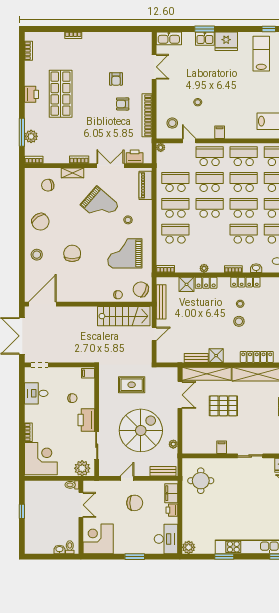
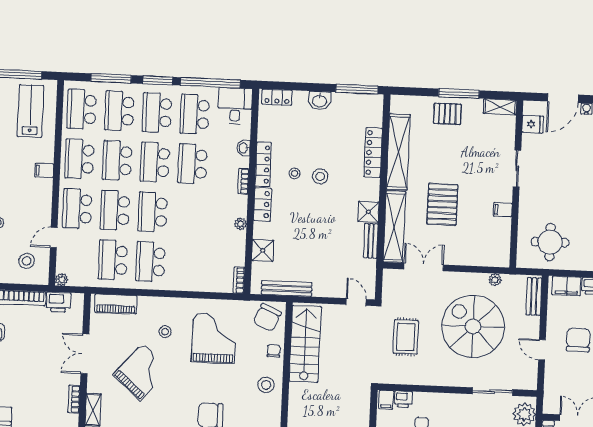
filing cabinet: (220, 132) -> (44, 170), moved
printer: (135, 157) -> (58, 302), moved, turned -90
school desk: (175, 234) -> (188, 263), removed
grand piano: (125, 253) -> (214, 338), turned 180
locker: (206, 283) -> (262, 204), moved
stool: (95, 291) -> (266, 385), added
door: (154, 334) -> (356, 302), moved
printer: (86, 420) -> (403, 399), moved, width x0.53, depth x0.68

